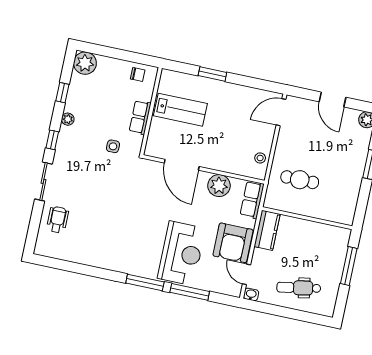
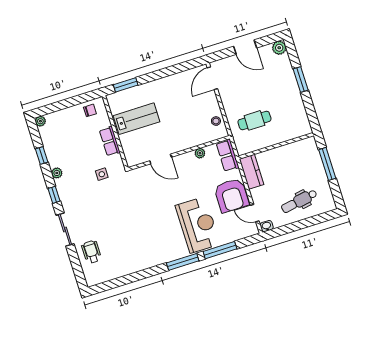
plant: (85, 63) -> (40, 121), width x0.53, depth x0.53
window: (212, 74) -> (126, 85), moved
door: (182, 165) -> (161, 159), width x0.73
plant: (219, 186) -> (200, 153), width x0.53, depth x0.53

